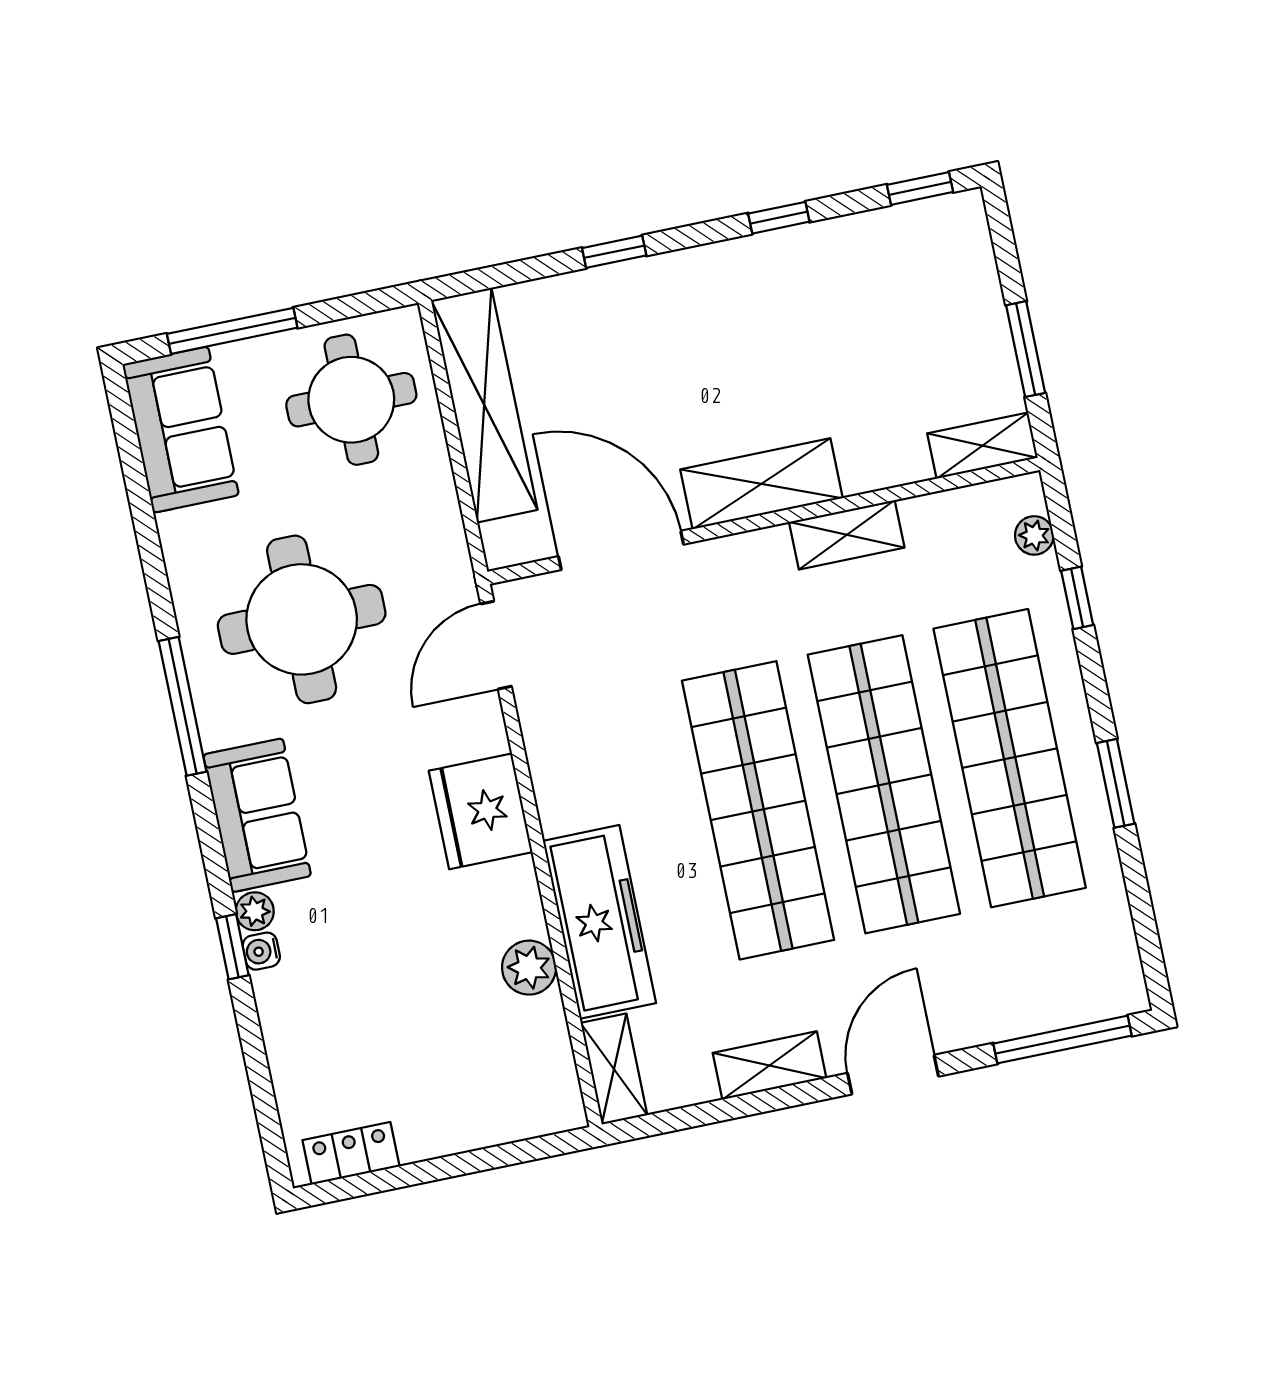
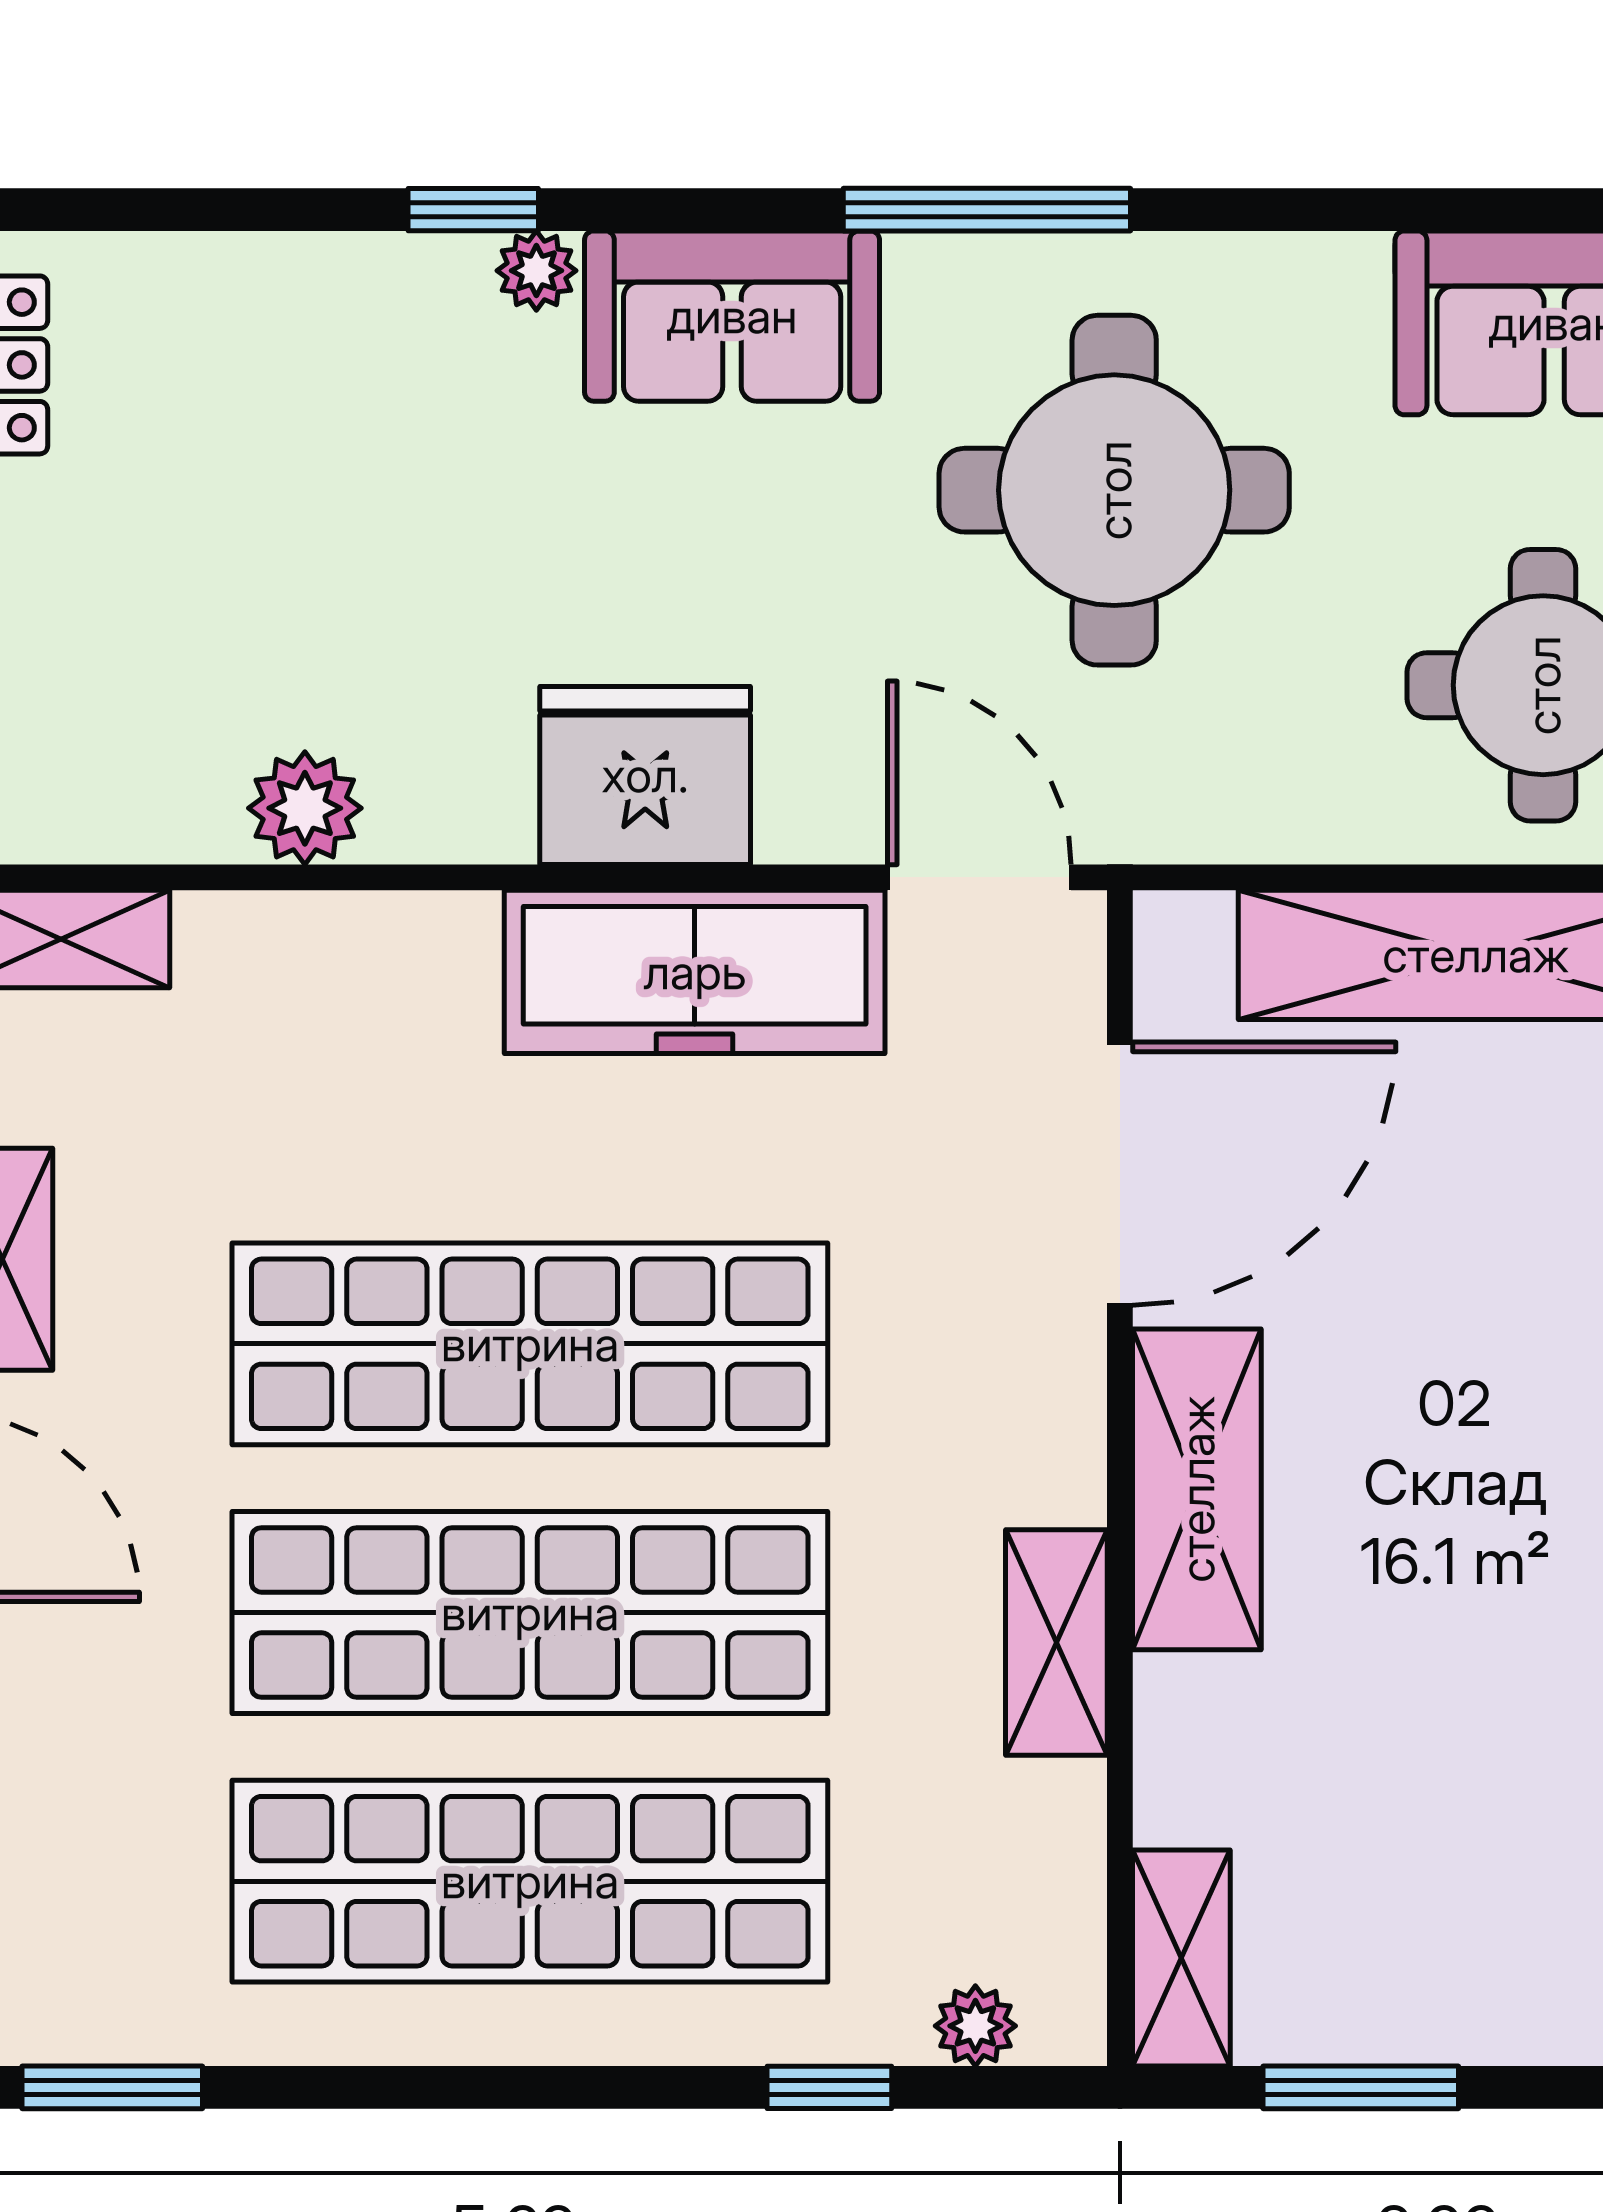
window: (1116, 783) -> (112, 2087), moved
freezer: (599, 922) -> (695, 972), moved
water cooler: (261, 951) -> (452, 267), removed

